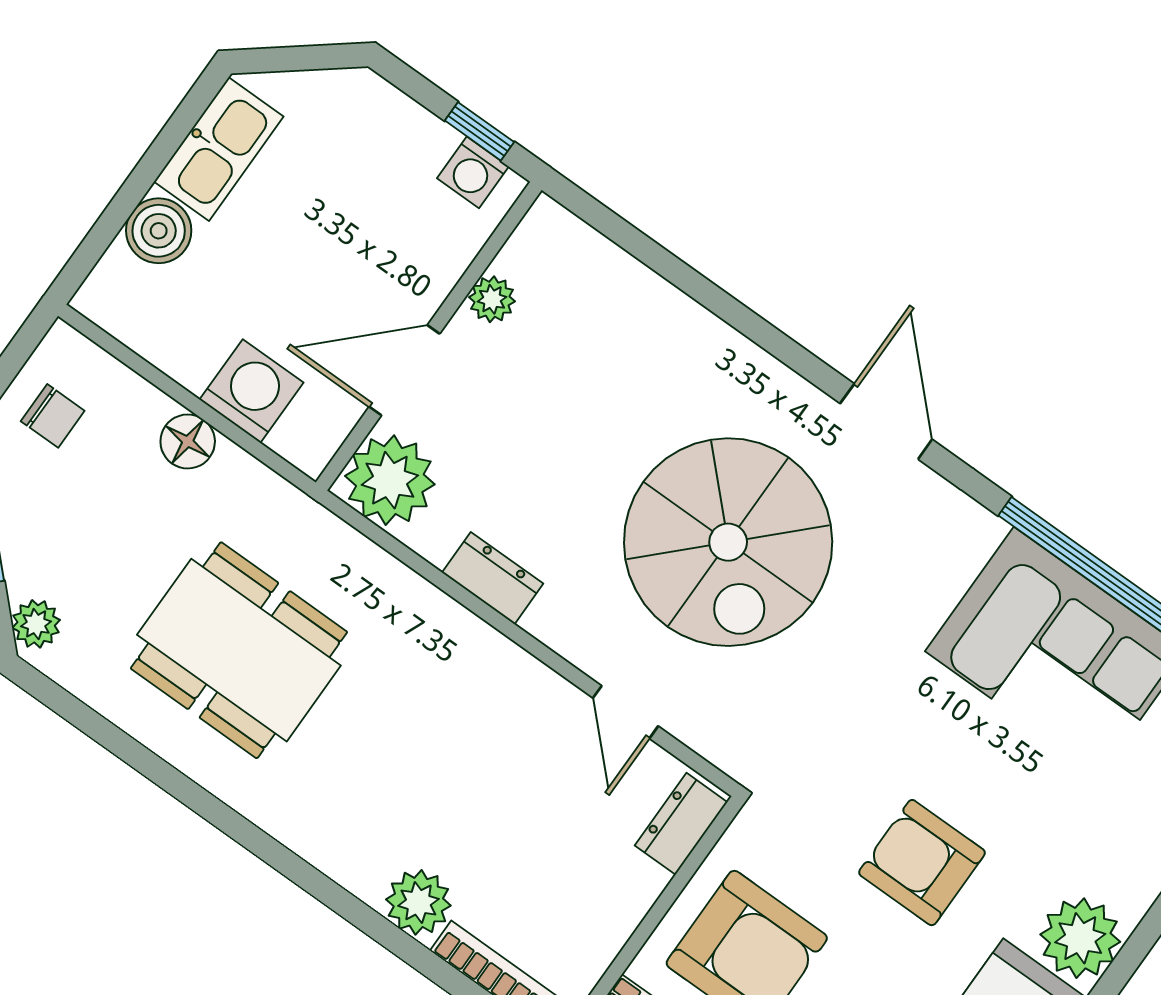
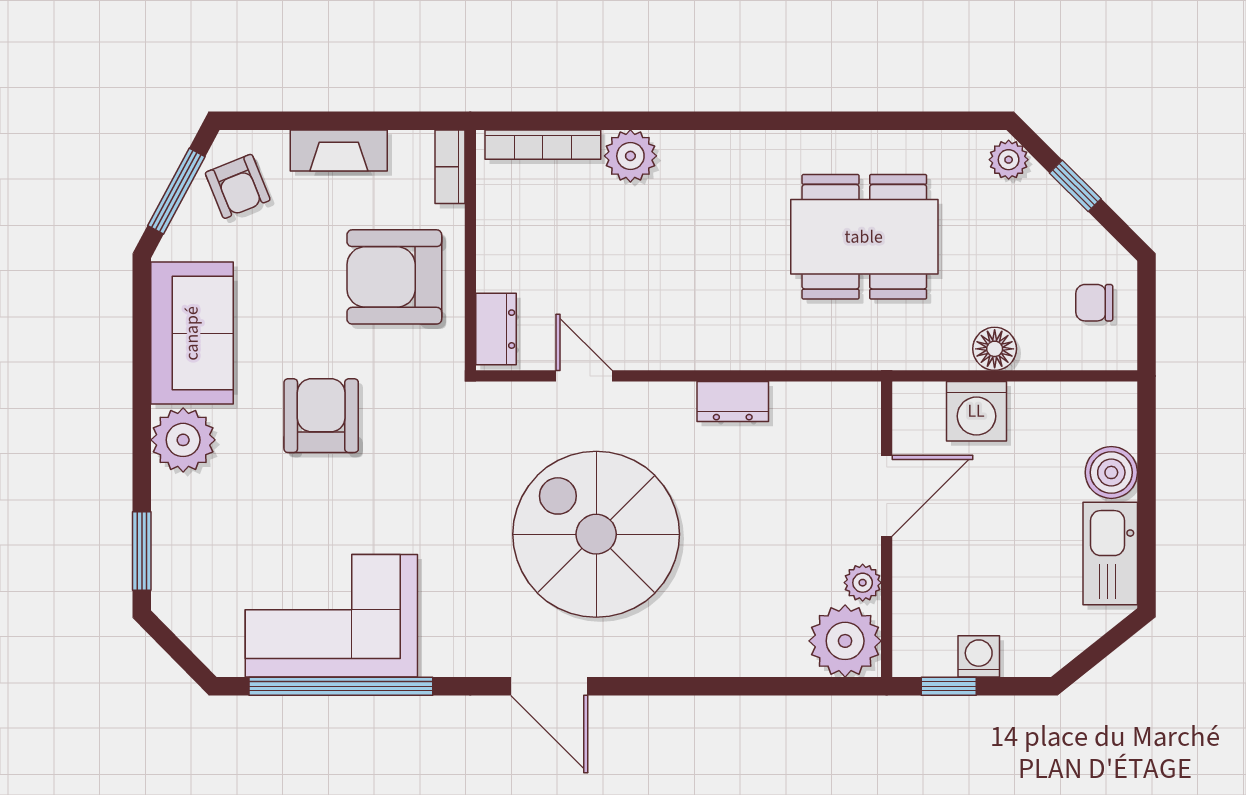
washing machine: (473, 172) -> (979, 656), moved
plant: (390, 480) -> (845, 641), moved
armchair: (922, 863) -> (321, 416), turned -90

